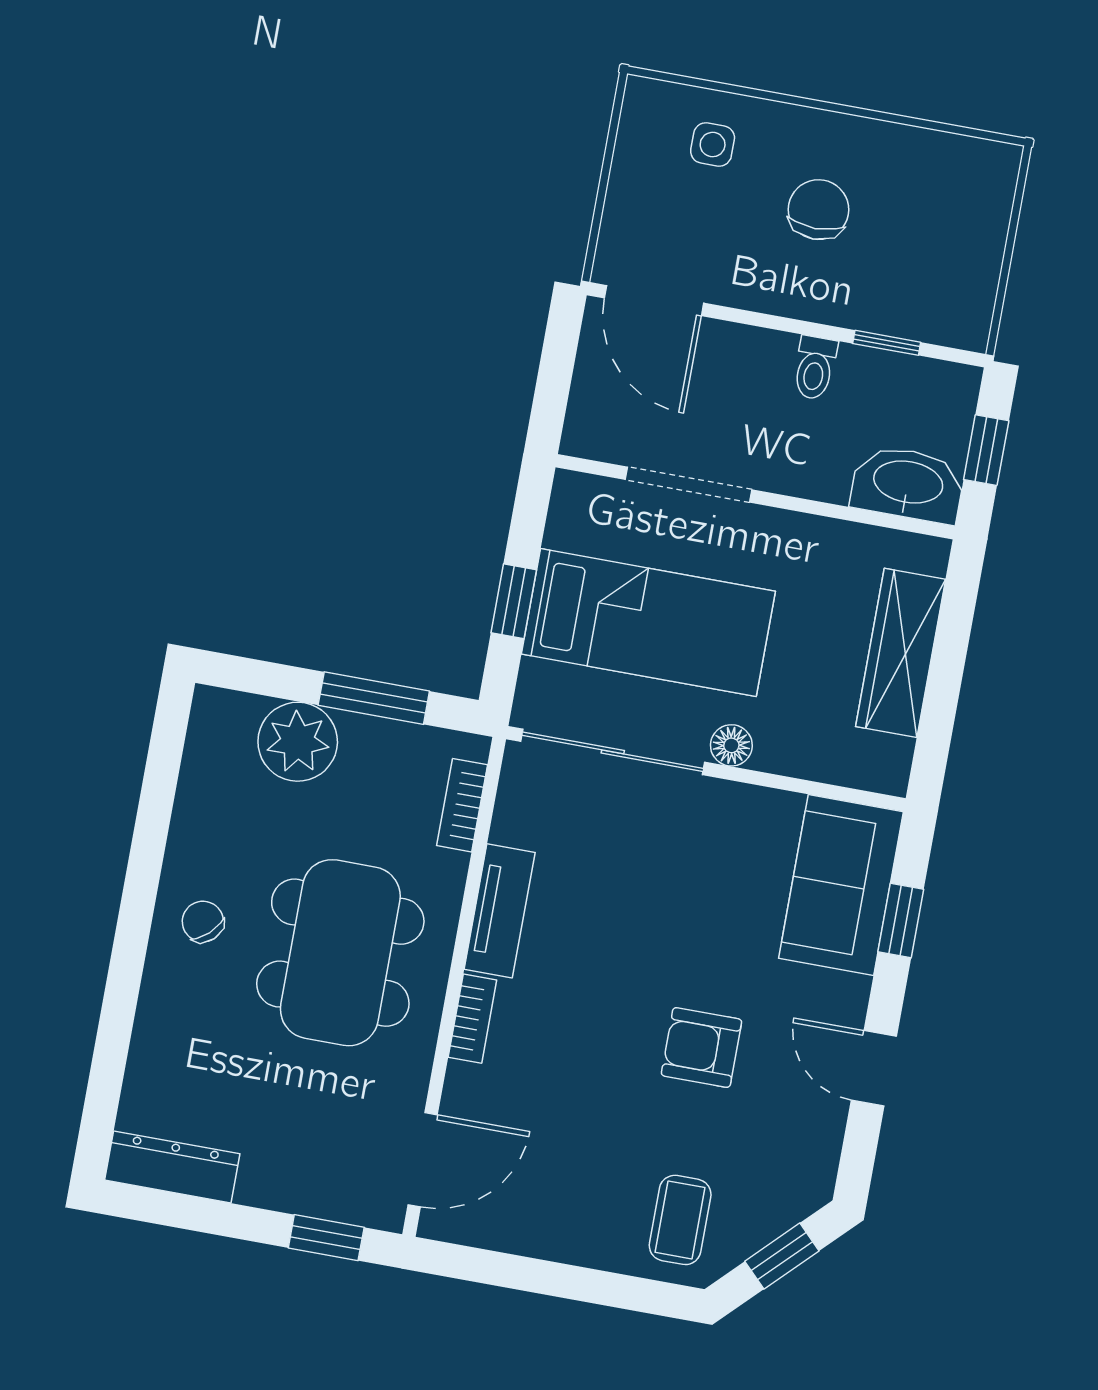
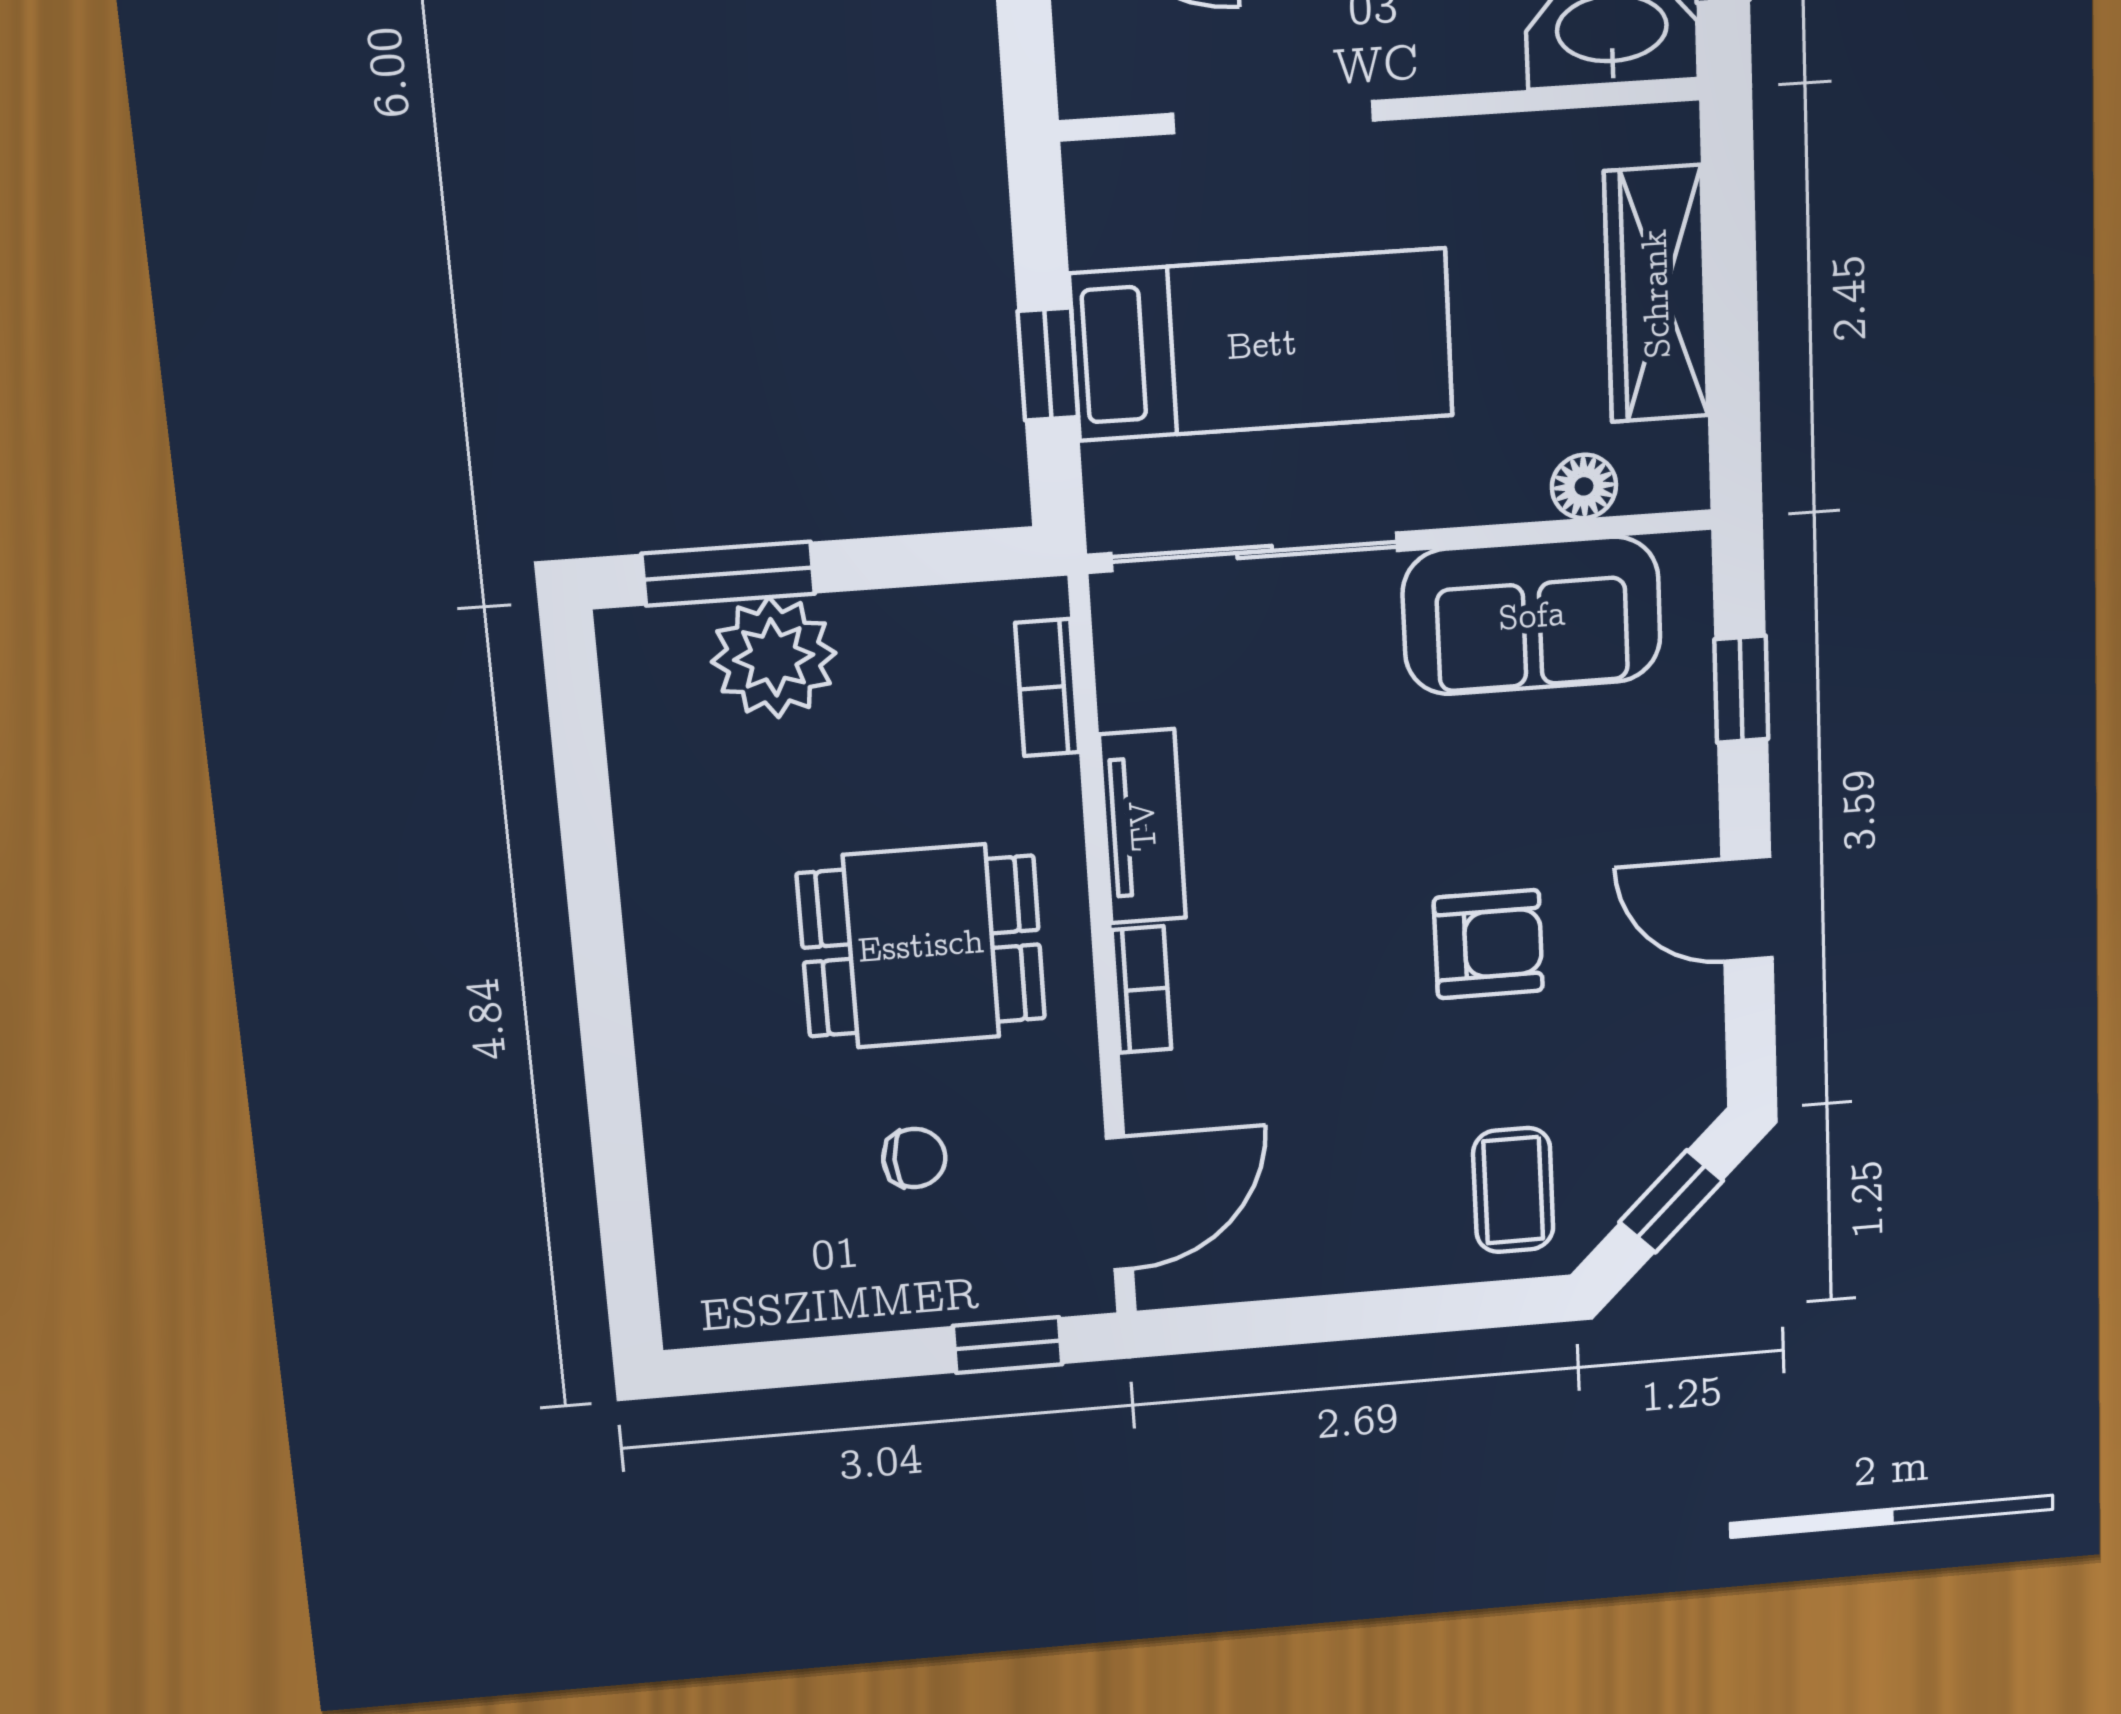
window: (374, 698) -> (728, 574), moved
floor lamp: (731, 745) -> (1584, 486), moved
sofa: (841, 885) -> (1532, 616), moved, turned -90
chair: (203, 922) -> (914, 1158), moved, turned 133
dining table: (340, 953) -> (921, 946), width x0.73
armchair: (701, 1047) -> (1488, 944), turned 180
dresser: (172, 1167) -> (757, 1307), removed

